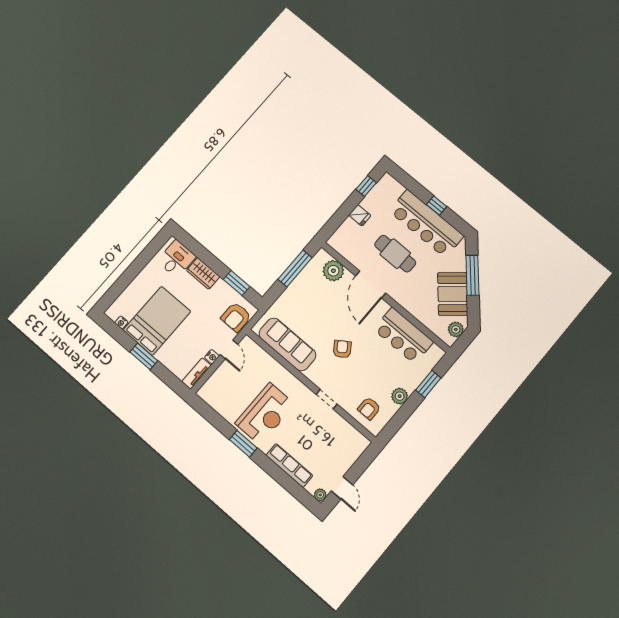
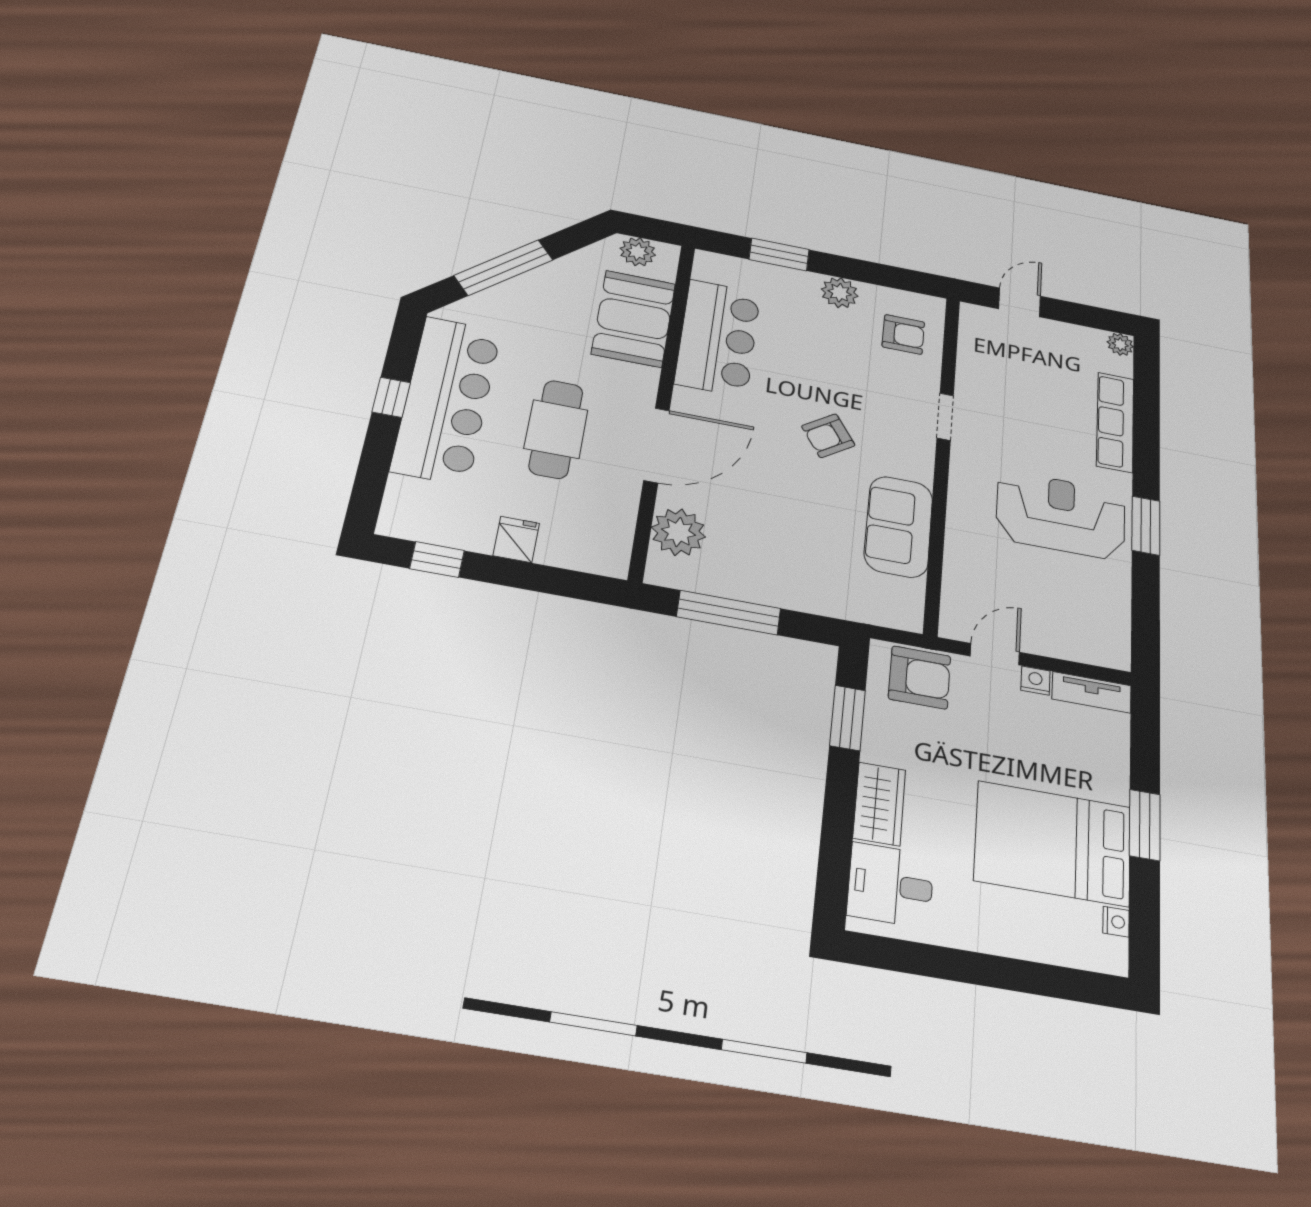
booth: (453, 294) -> (634, 319), moved, turned -49
sofa: (287, 344) -> (899, 527), width x0.73
door: (342, 488) -> (1020, 302), moved

